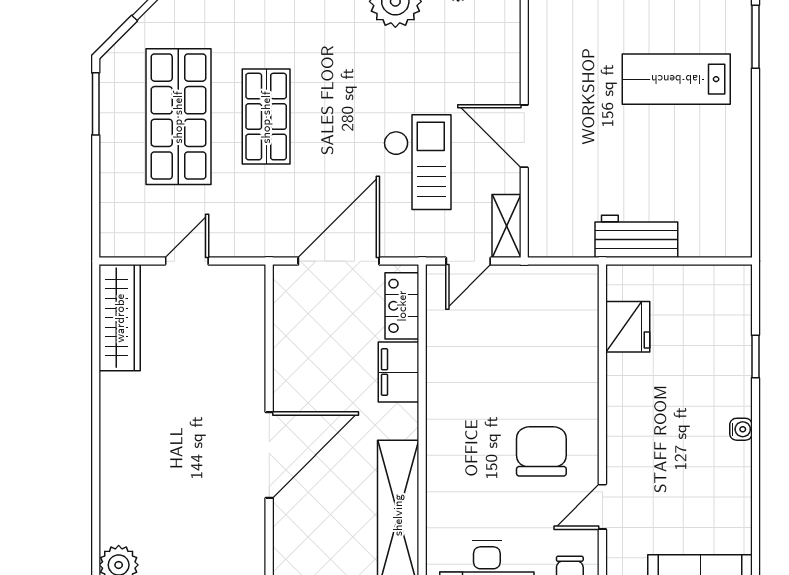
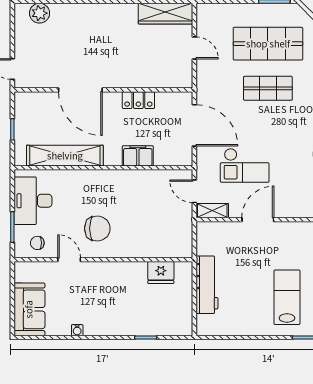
workbench: (636, 236) -> (207, 285), width x1.38
locker: (402, 306) -> (138, 100), moved, turned 180
water cooler: (741, 429) -> (77, 330), moved
door: (269, 455) -> (80, 90), moved

